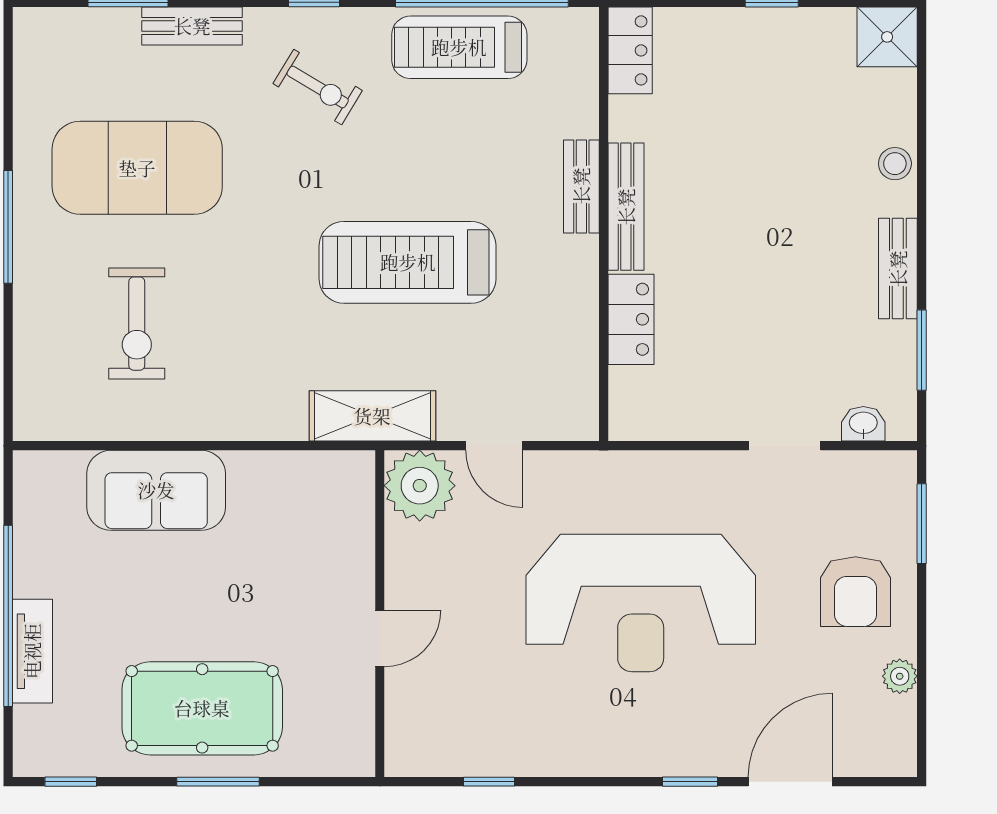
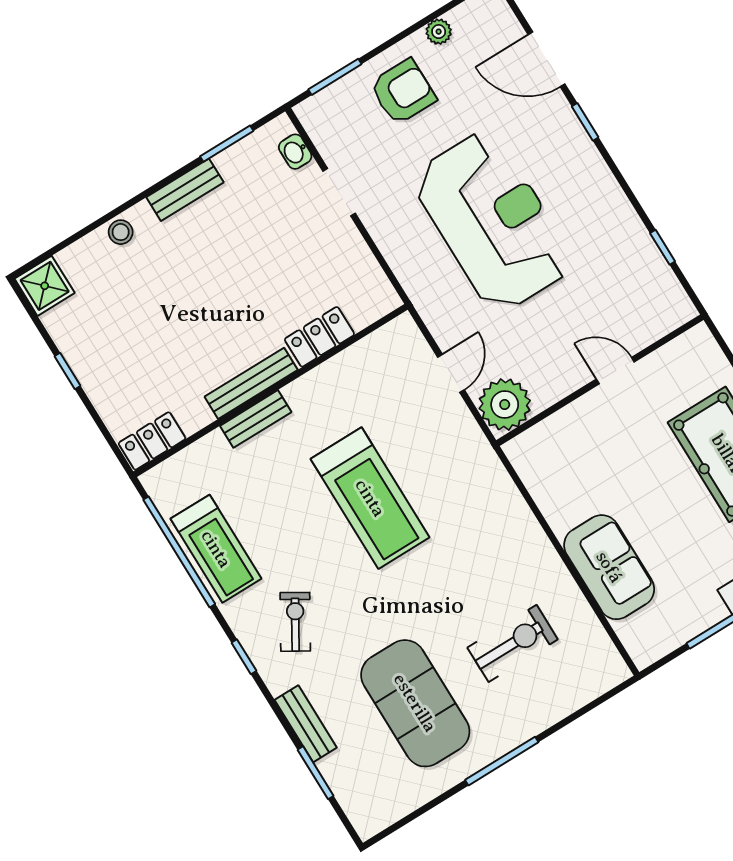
shelving: (372, 416) -> (479, 461), removed

